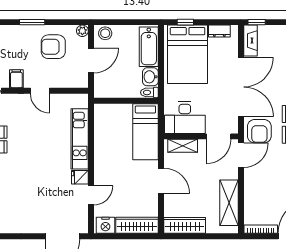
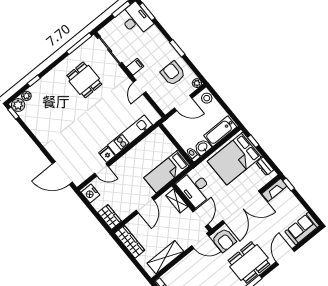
armchair: (259, 131) -> (224, 240), turned -90
door: (219, 136) -> (200, 218), swing flipped
wardrobe: (137, 225) -> (110, 217), width x0.67

